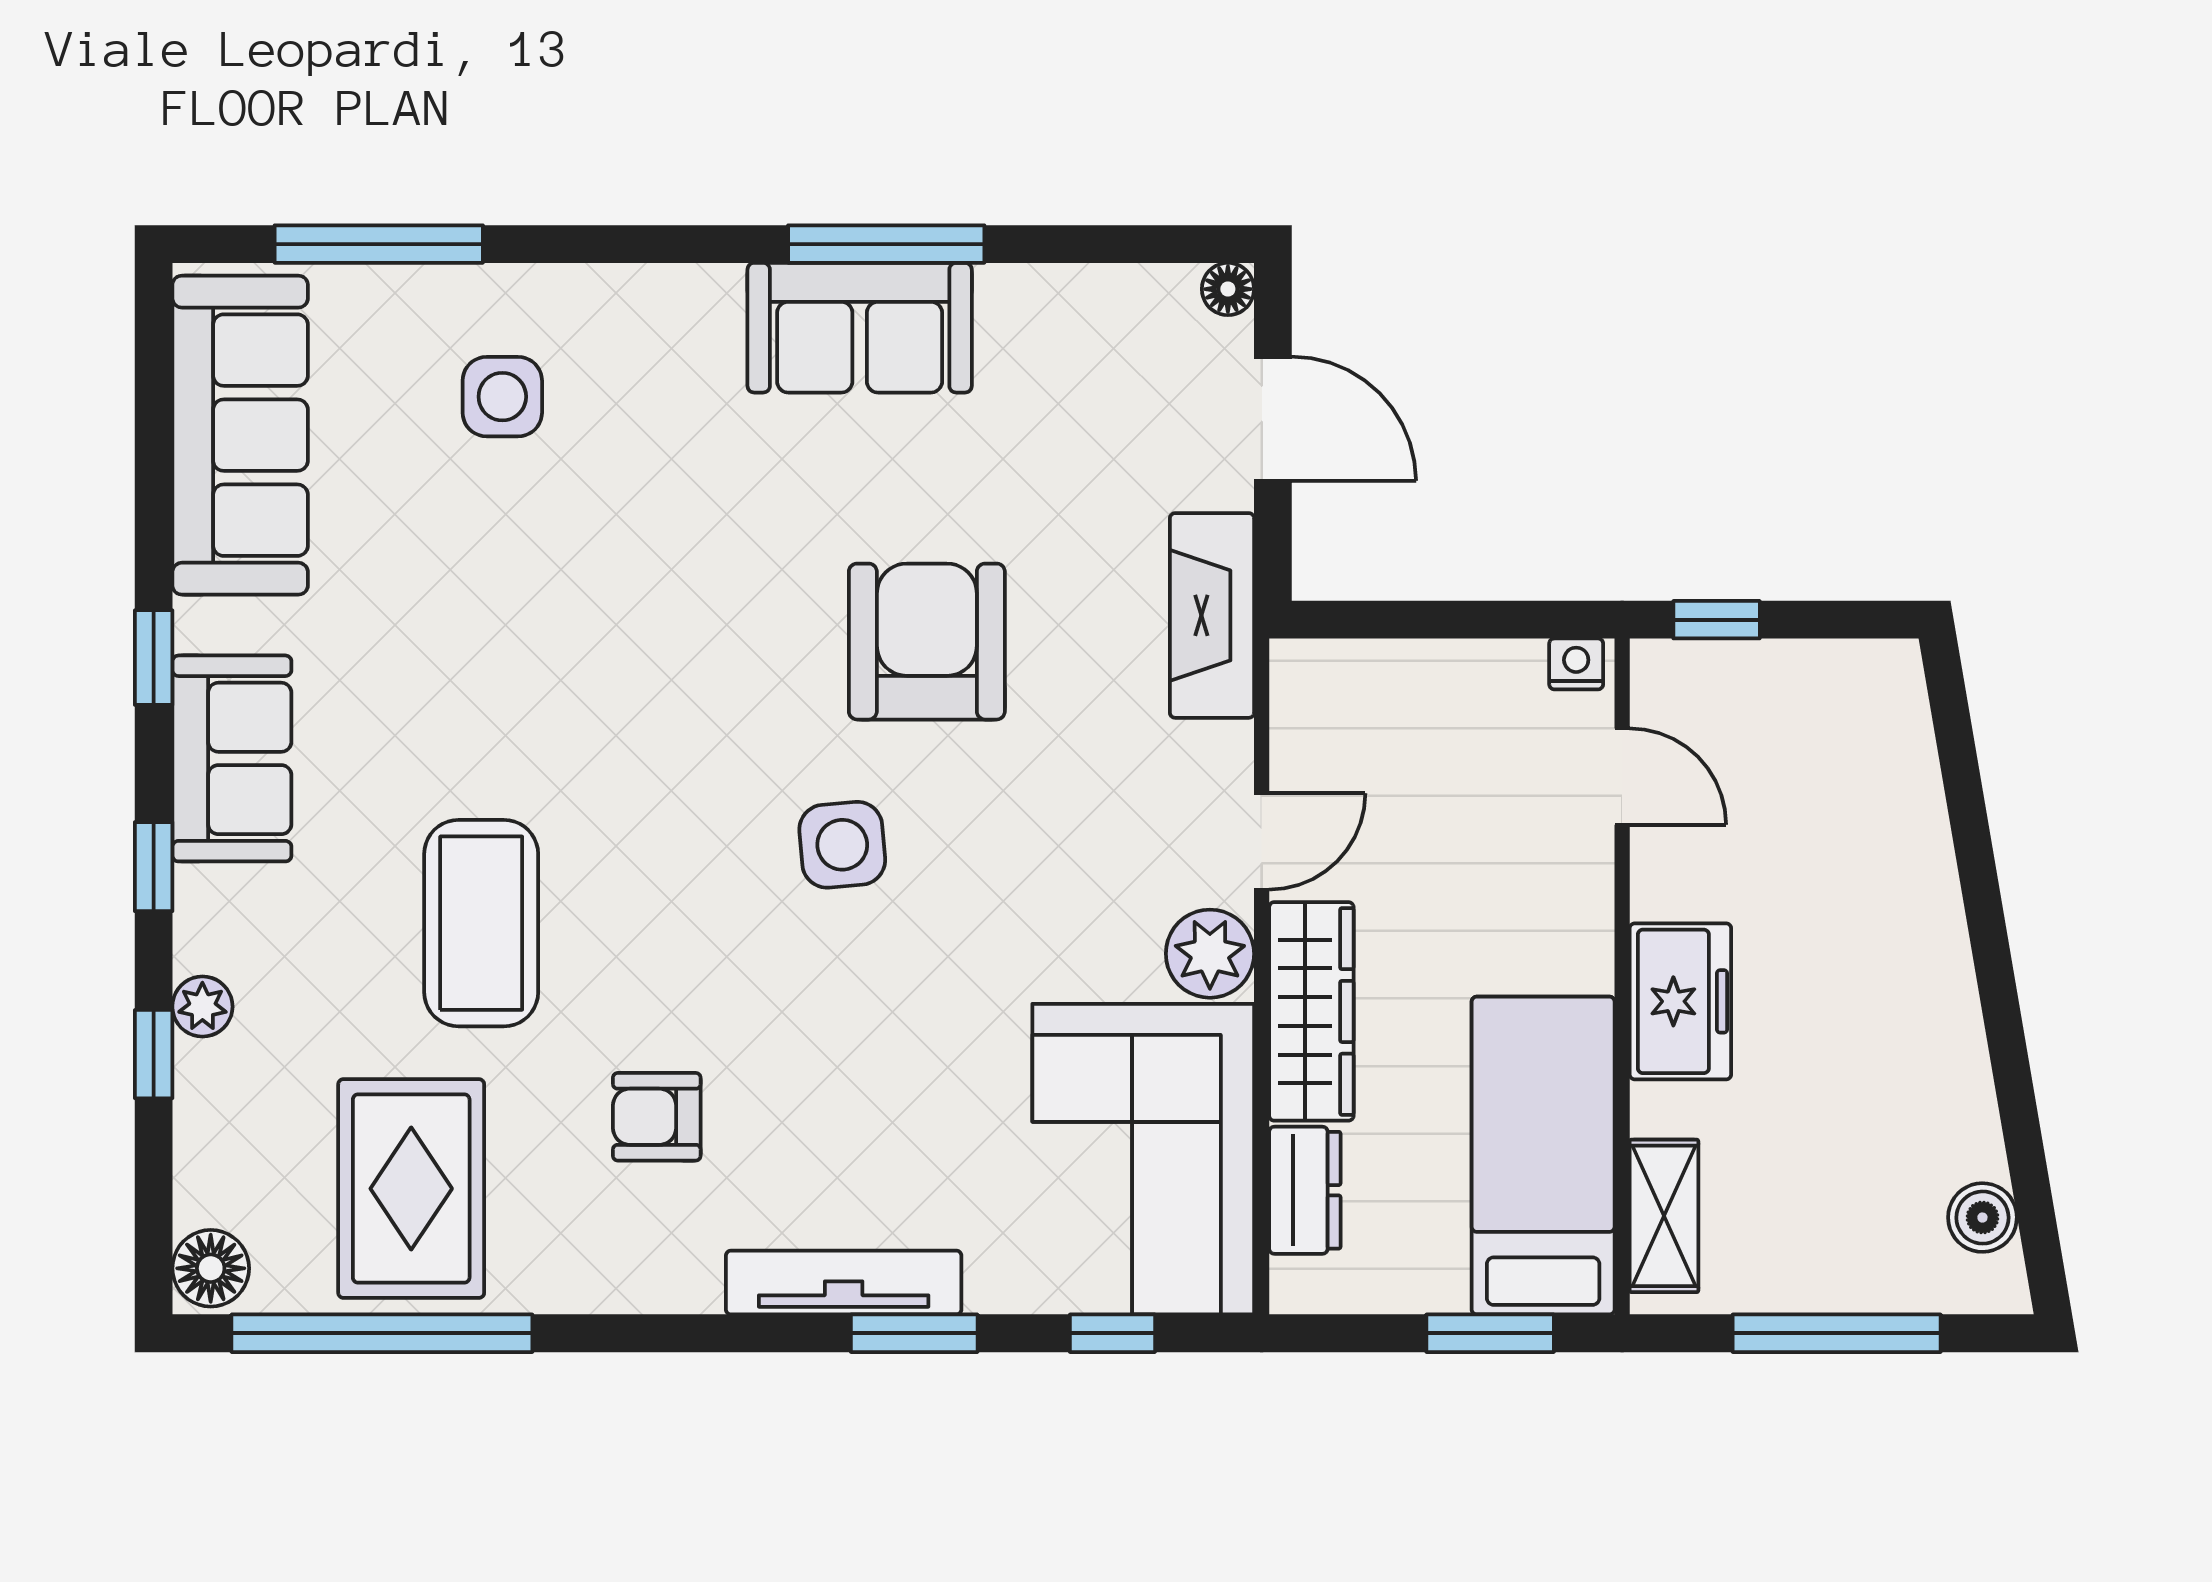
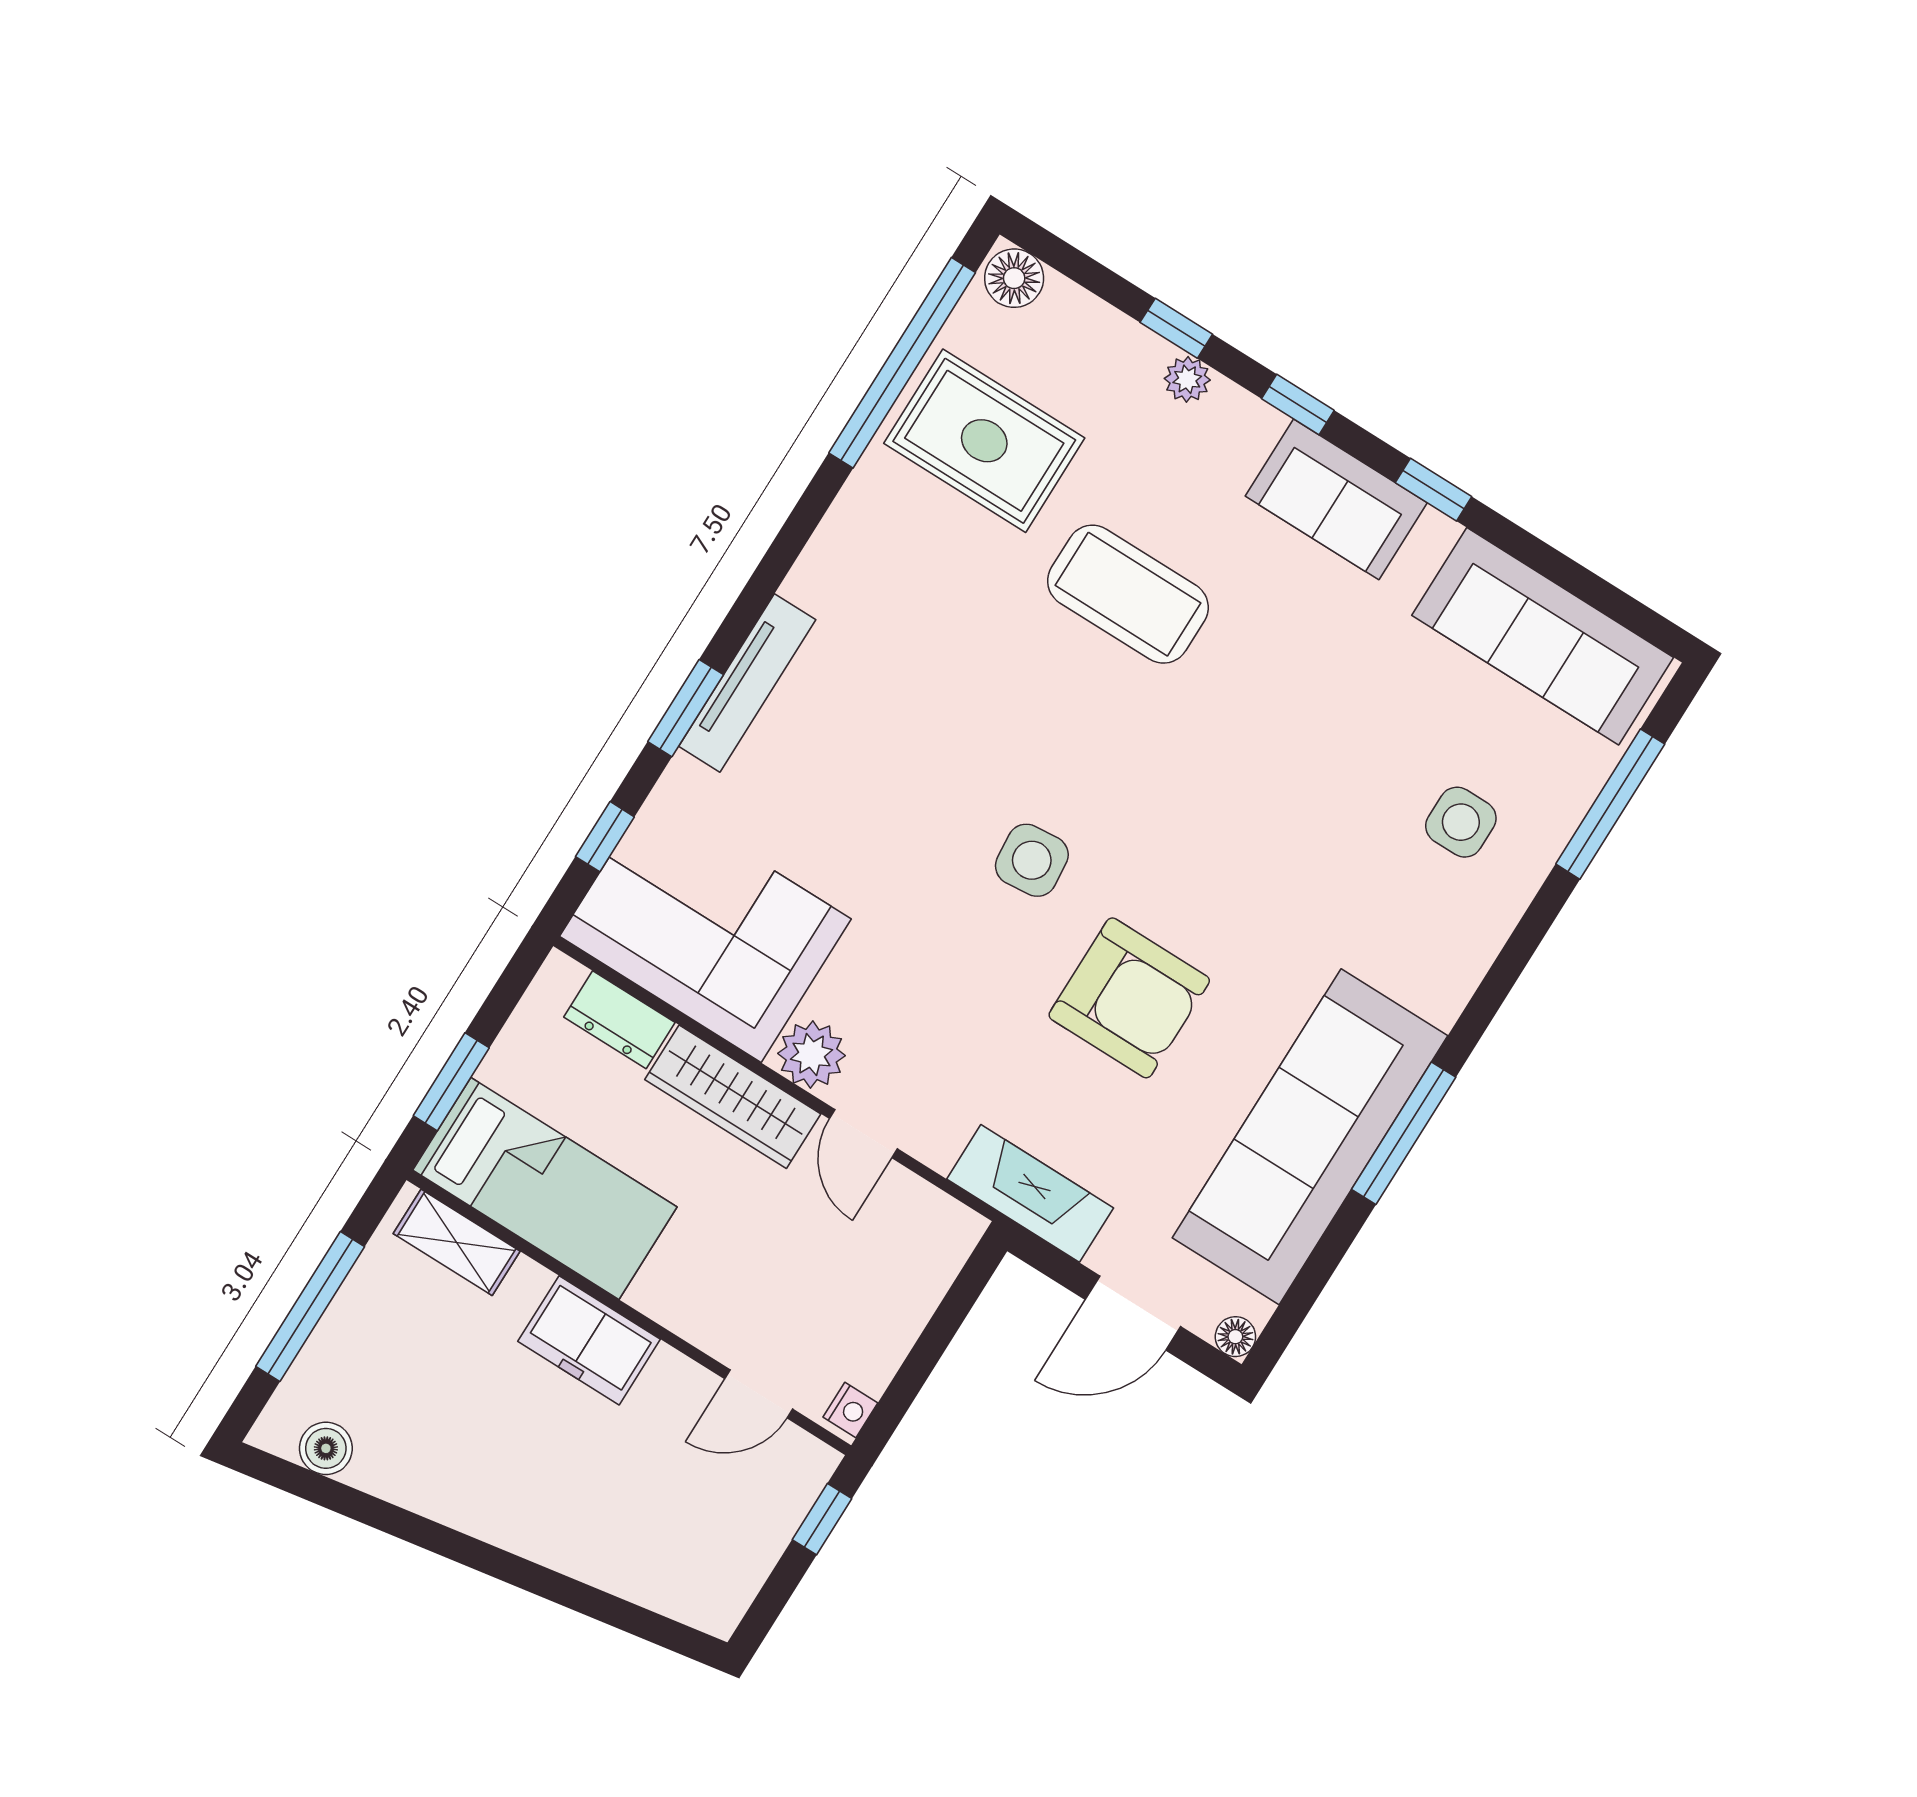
sofa: (860, 328) -> (1310, 1137), width x1.85, depth x1.27
armchair: (657, 1117) -> (931, 629), removed

